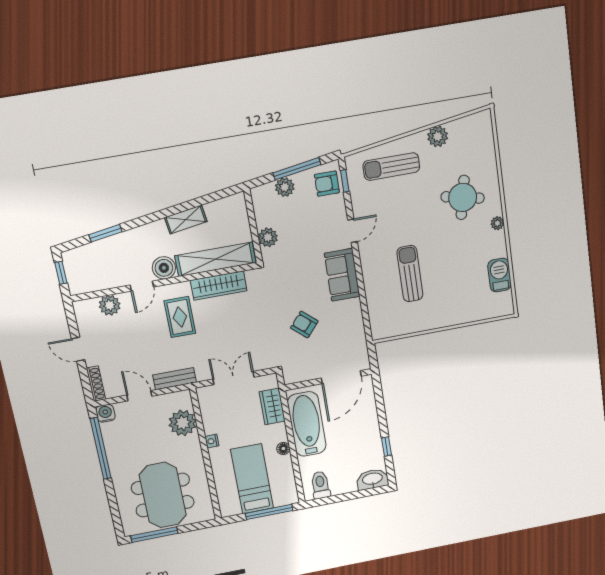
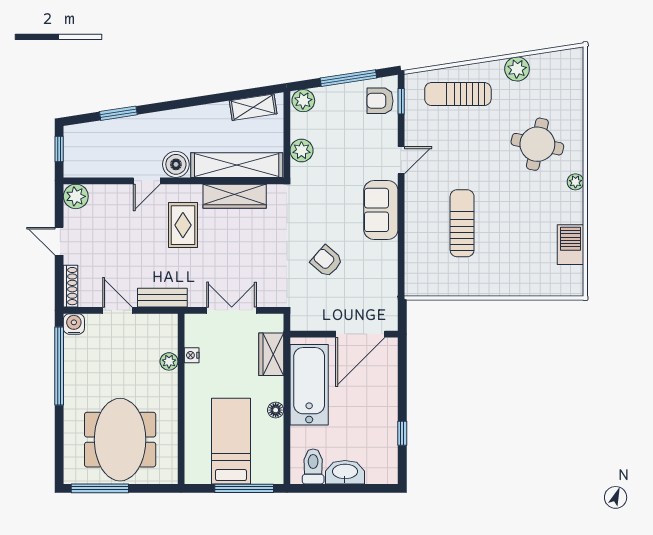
plant: (285, 187) -> (303, 101), moved
shelving: (186, 220) -> (253, 107), moved
plant: (110, 305) -> (76, 196), moved
plant: (183, 423) -> (169, 361), width x0.53, depth x0.53
nightstand: (212, 441) -> (192, 355), moved
washbasin: (372, 479) -> (345, 472), moved

